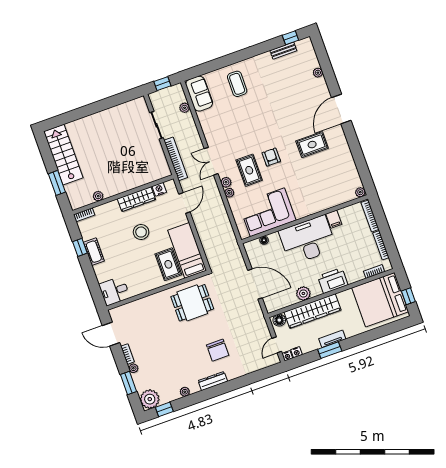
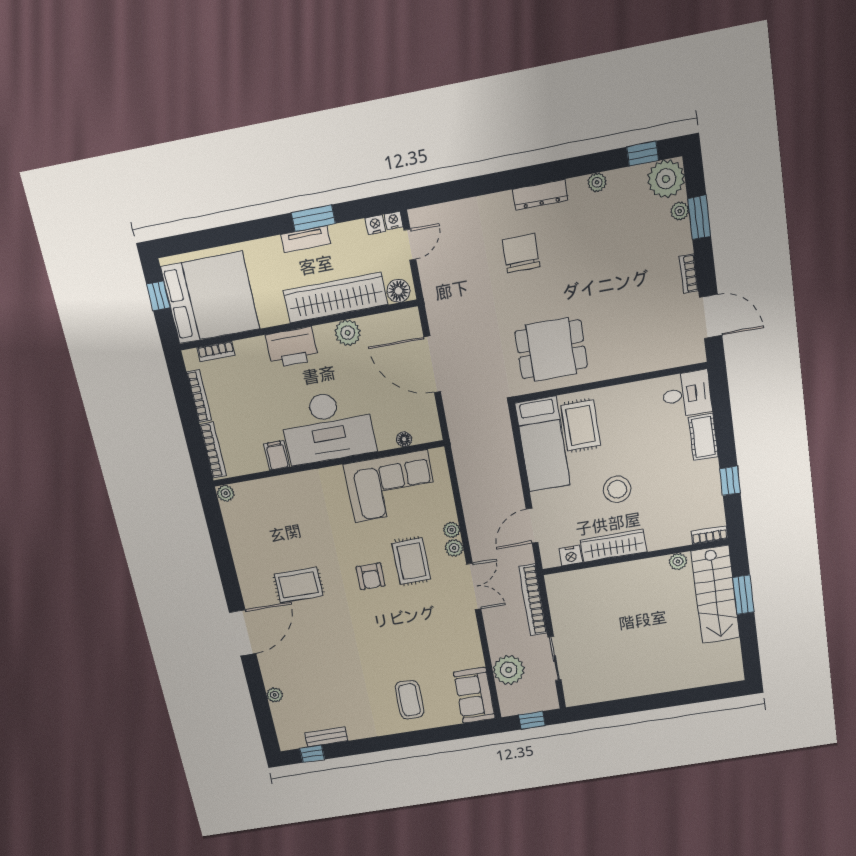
plant: (185, 108) -> (509, 670), width x1.88, depth x1.88
stairs: (63, 155) -> (716, 595), moved
cot: (94, 252) -> (703, 437), moved
plant: (133, 368) -> (680, 211), moved

